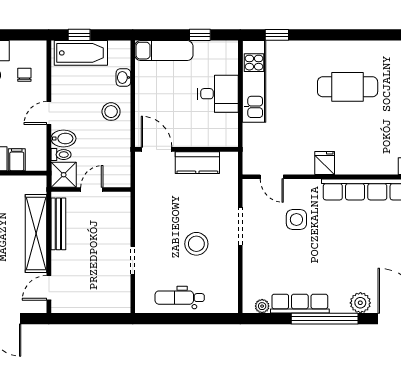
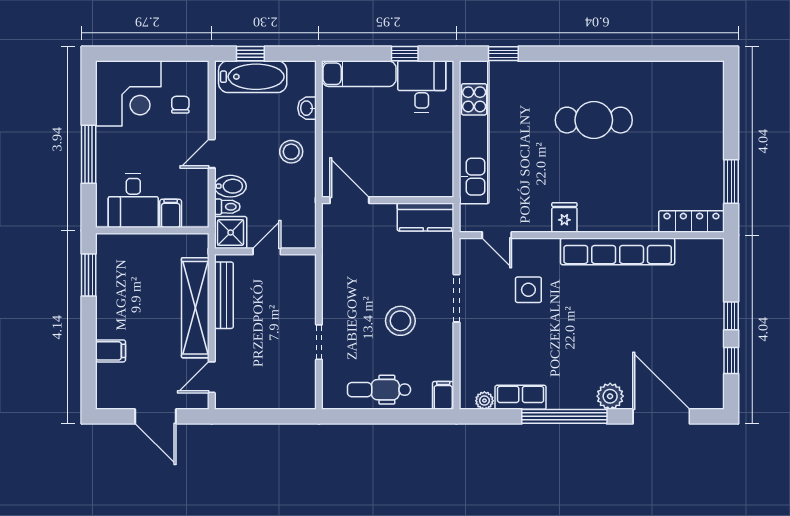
kitchen unit: (254, 81) -> (474, 132), width x1.36
desk: (218, 94) -> (422, 86), moved, turned -90
kitchen counter: (197, 163) -> (425, 217), moved
filing cabinet: (230, 302) -> (443, 395), added
row of seats: (300, 304) -> (521, 397), width x0.68

